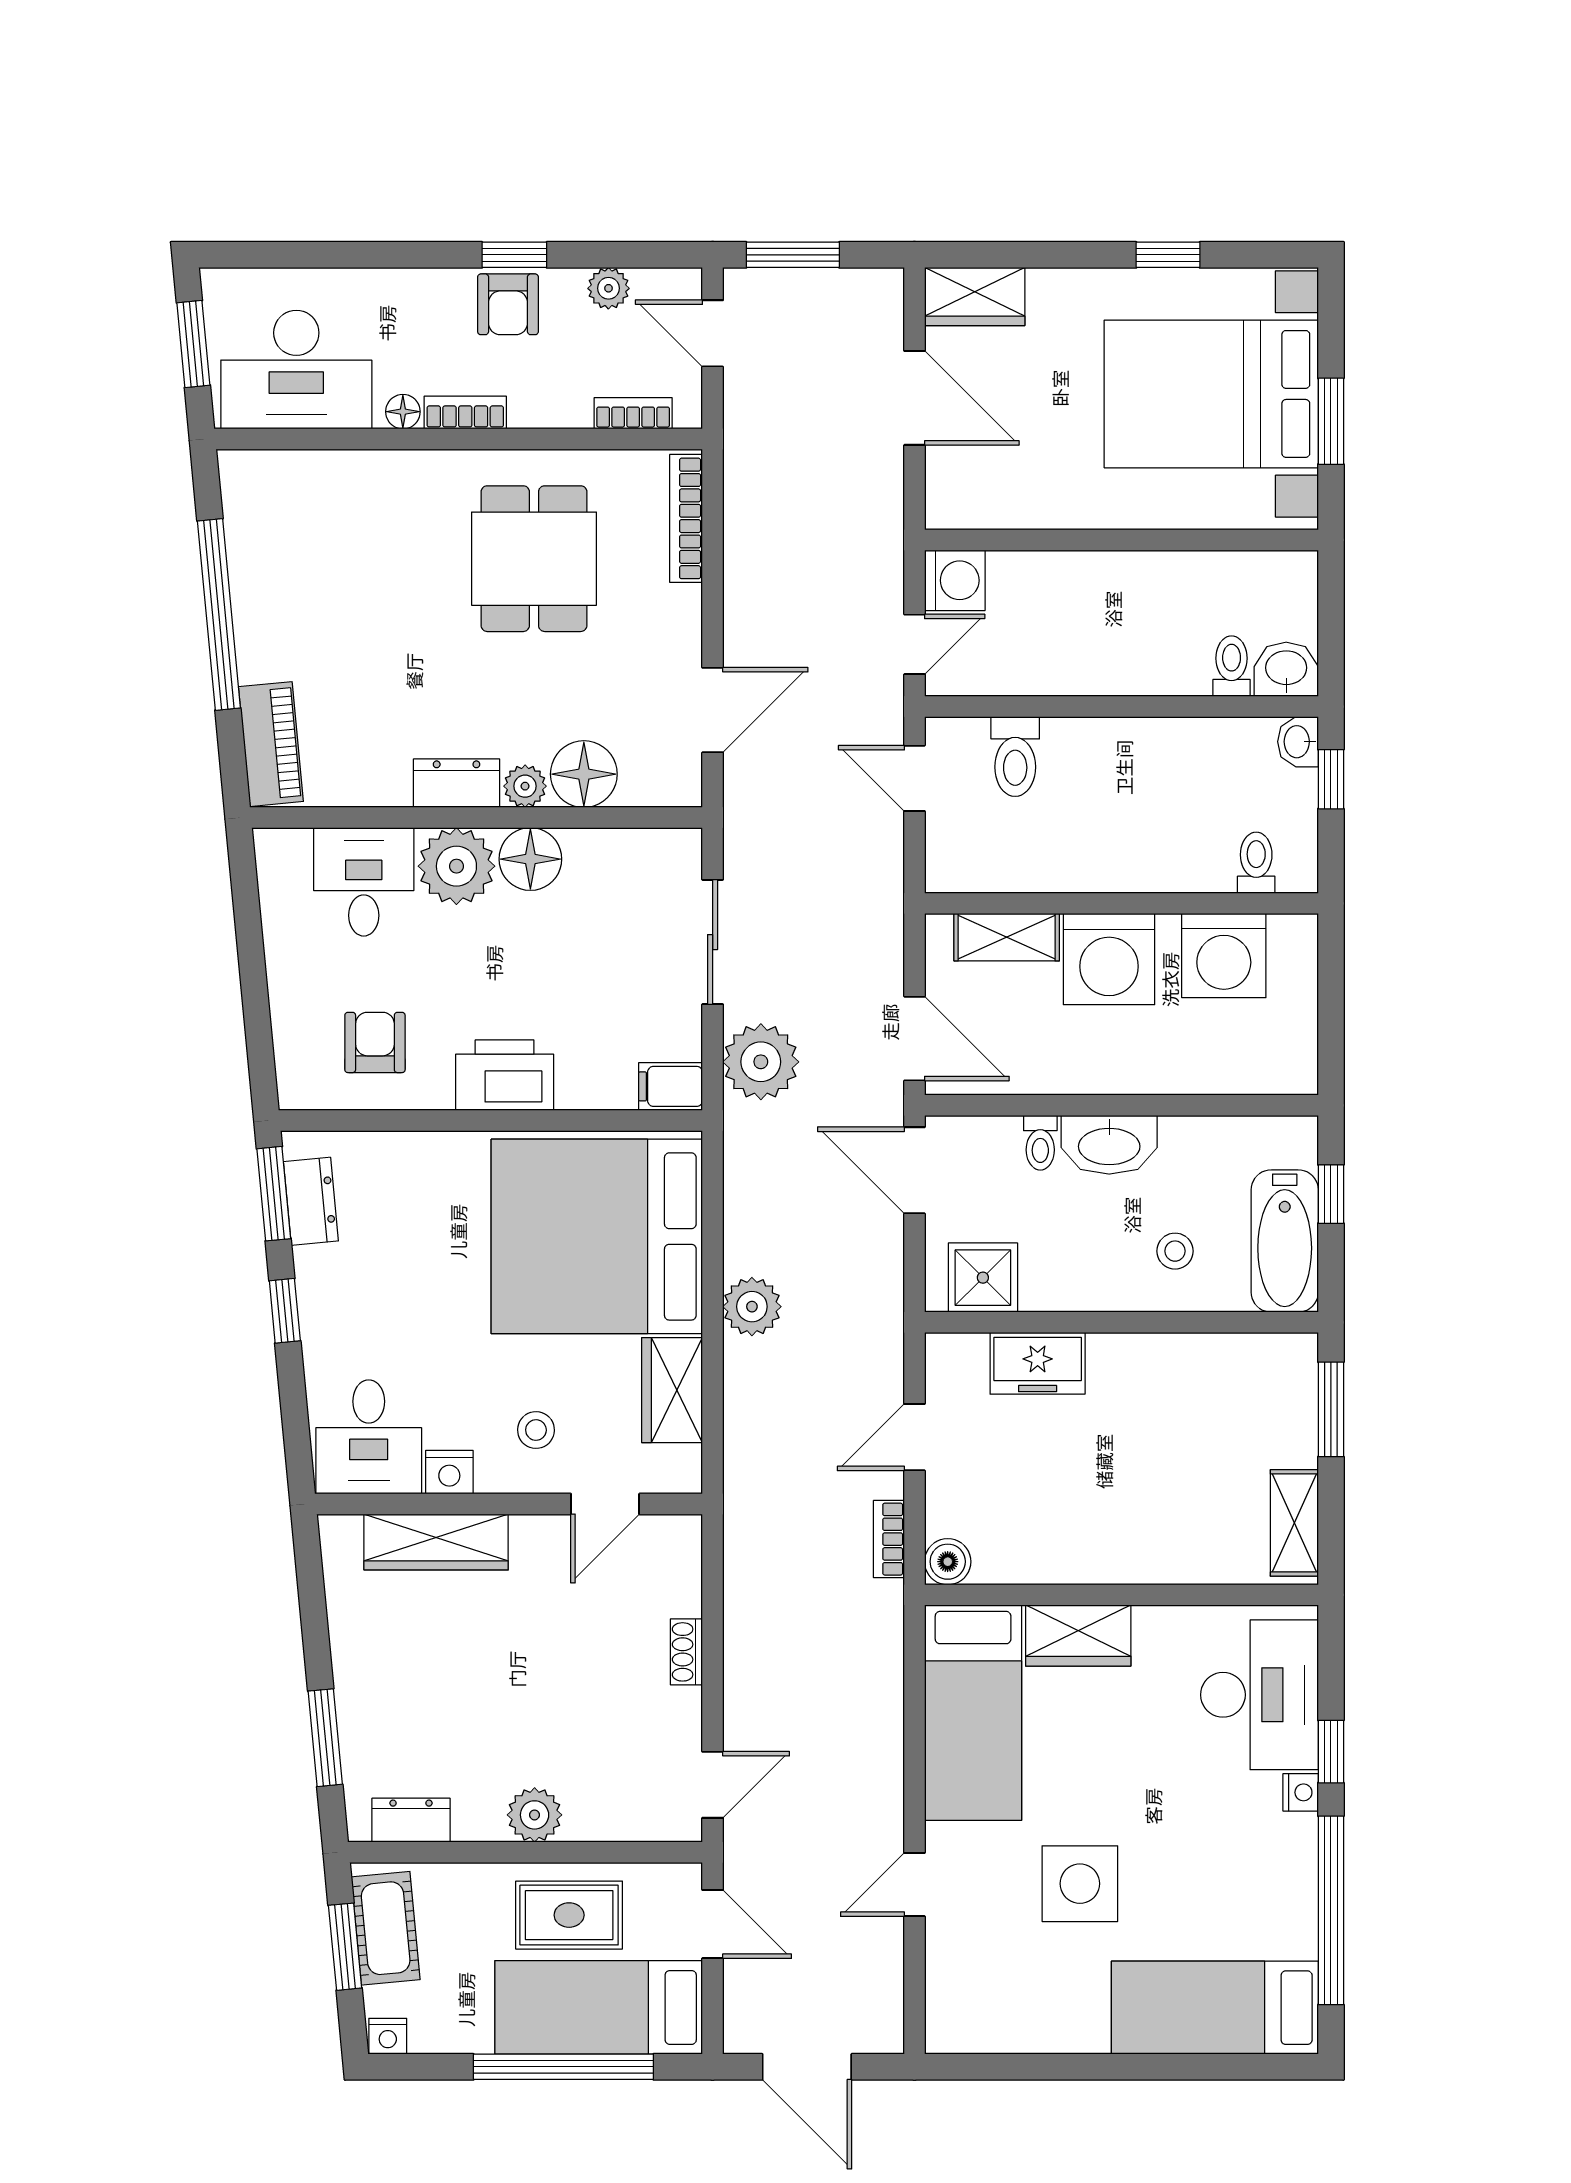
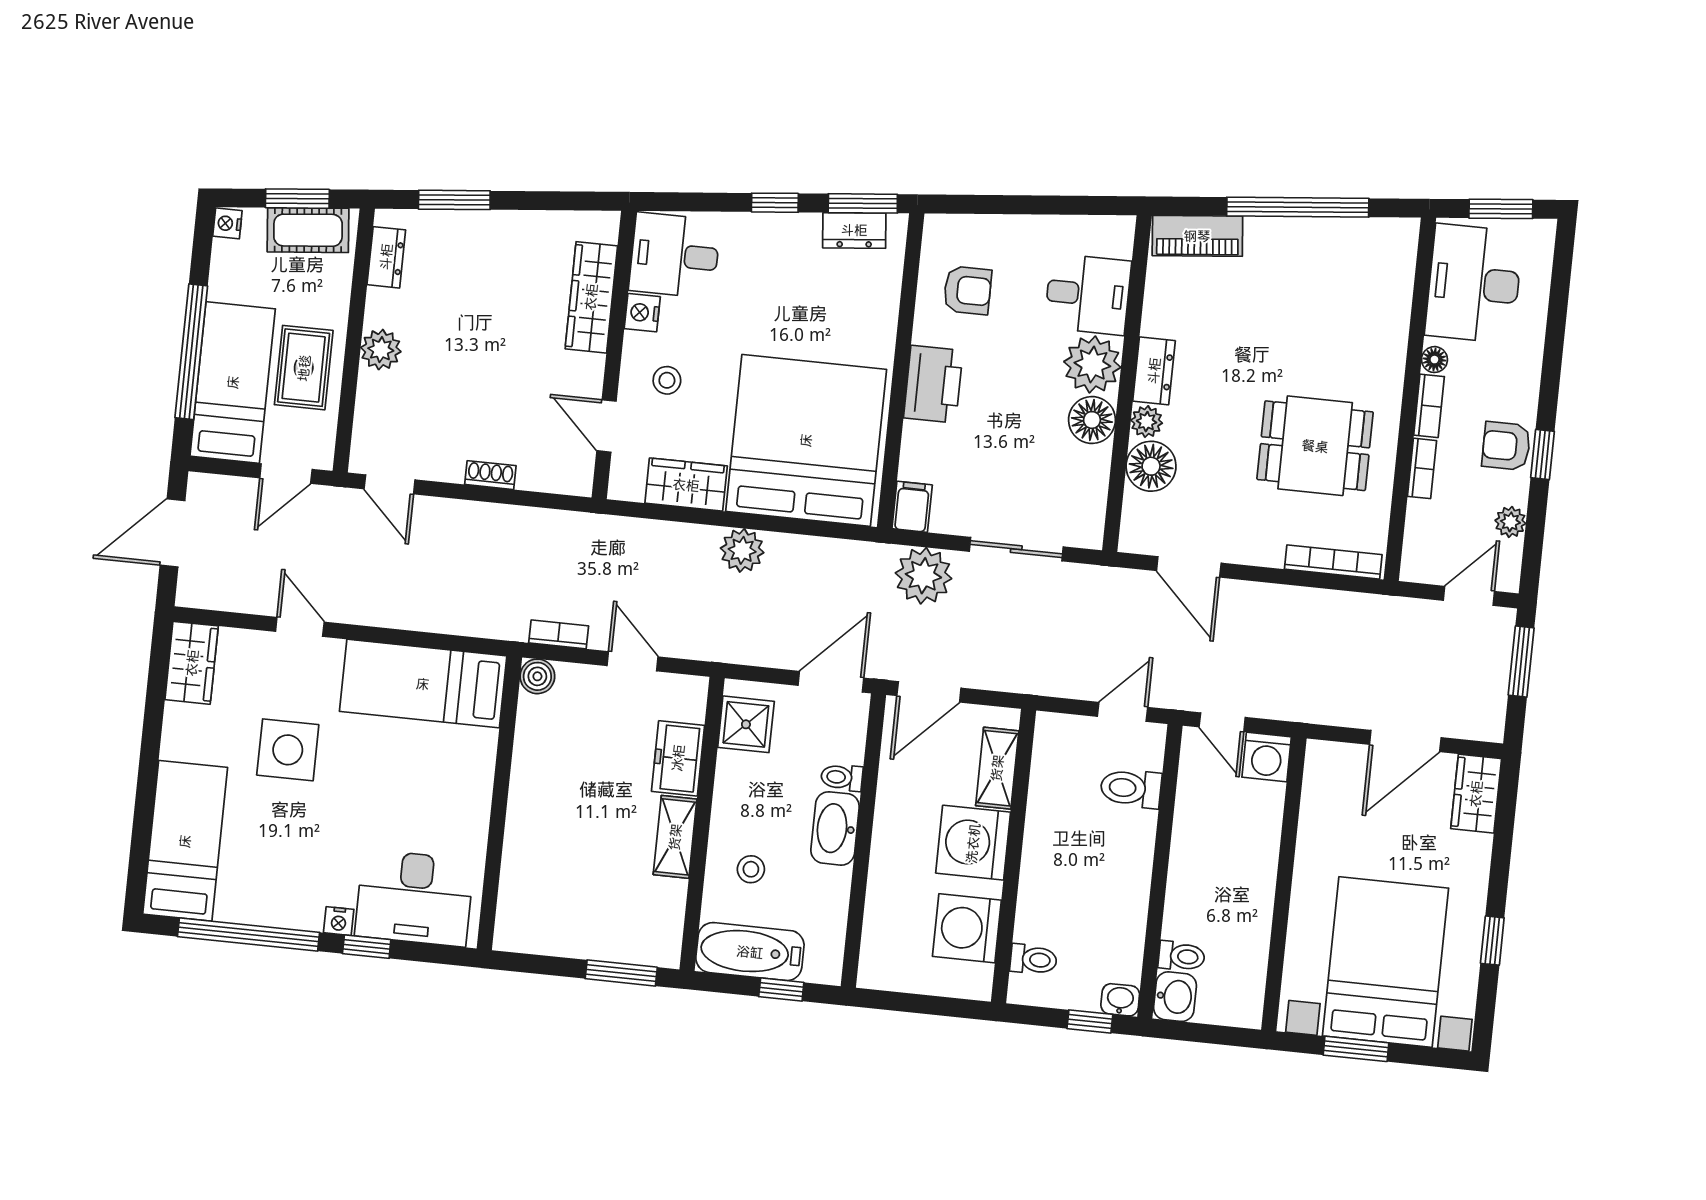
bookcase: (633, 413) -> (1422, 468), moved
shelving: (1294, 1523) -> (675, 837), moved, turned 90
wardrobe: (1078, 1636) -> (192, 663), moved, turned 180

